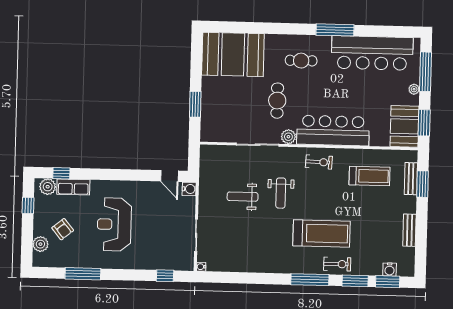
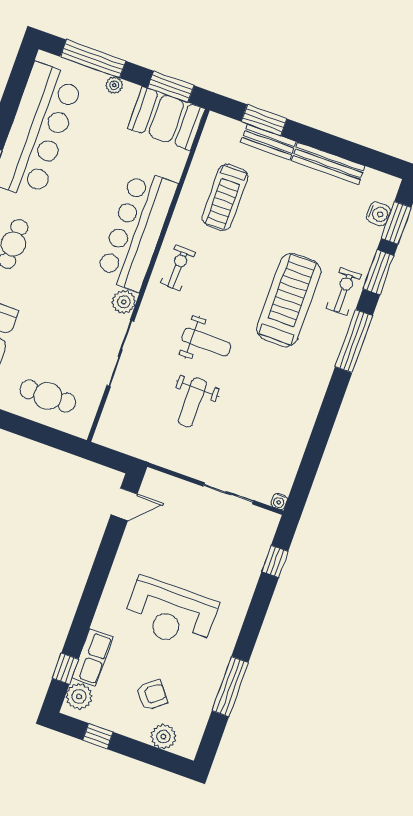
cafe table: (277, 101) -> (48, 396), moved
window: (195, 104) -> (27, 428), removed
treadmill: (369, 176) -> (225, 197), turned 180
bench: (411, 179) -> (268, 142), moved
water cooler: (189, 189) -> (154, 481), removed
bench: (409, 230) -> (328, 163), width x1.36

